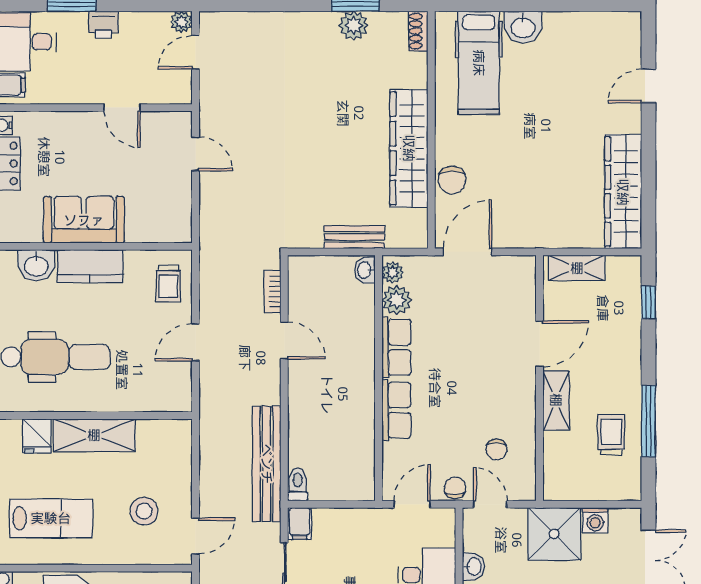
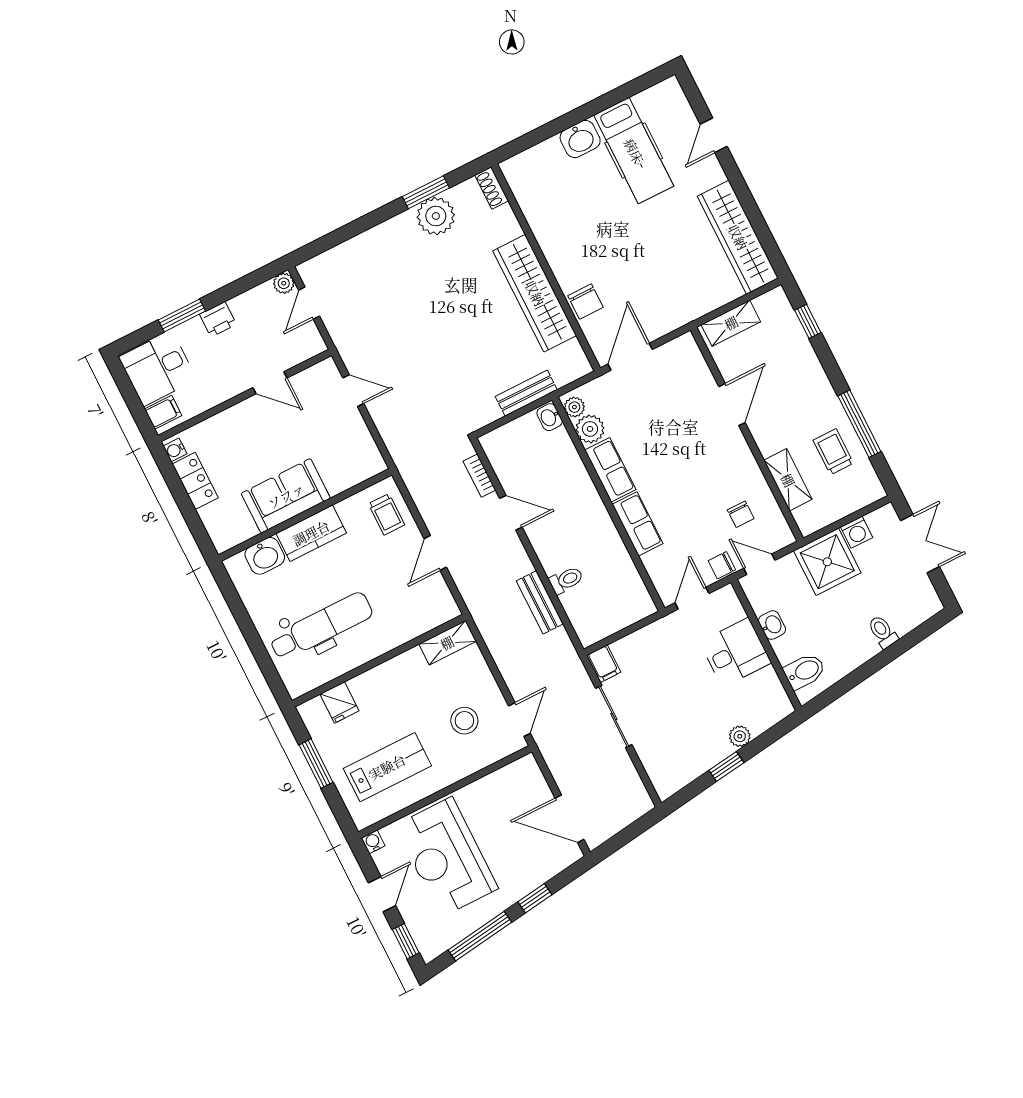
plant: (354, 26) -> (436, 216), width x1.36, depth x1.36
hospital bed: (479, 63) -> (634, 151), moved
shelving: (556, 400) -> (788, 480), moved
shelving: (94, 435) -> (447, 643), moved, width x0.67, depth x0.75
bench: (267, 464) -> (540, 602), width x0.54, depth x0.82
toilet: (298, 485) -> (566, 580), moved, turned 90
chair: (455, 488) -> (722, 565), turned -90

